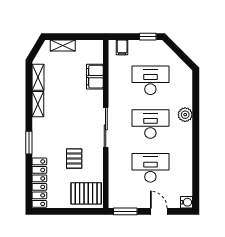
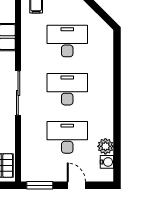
plant: (185, 115) -> (105, 146), moved
water cooler: (187, 202) -> (107, 162), moved

